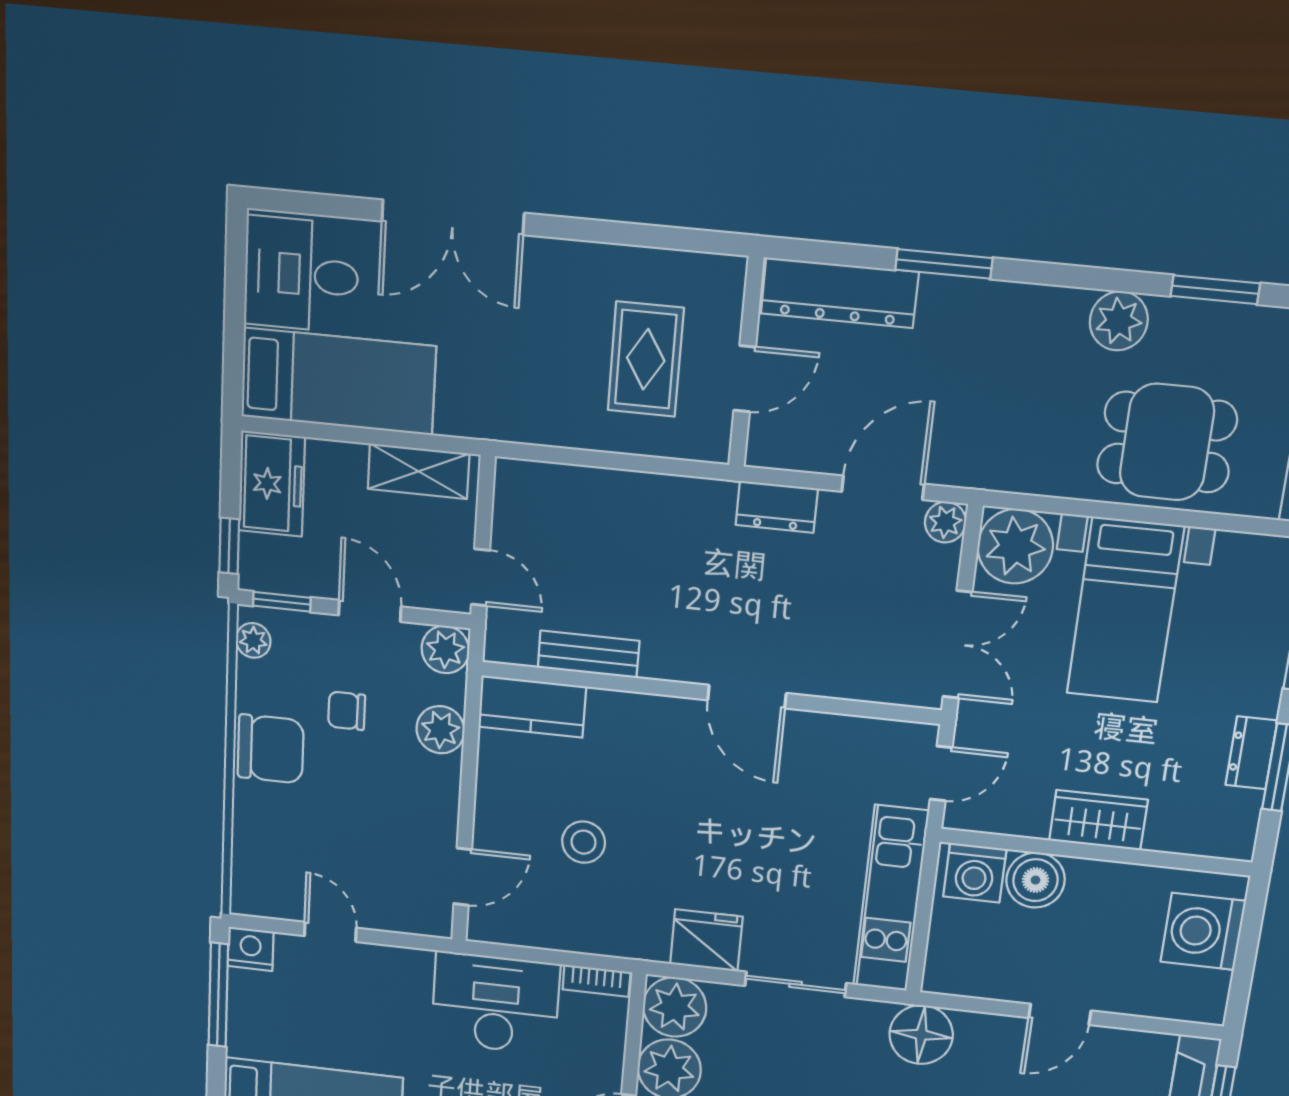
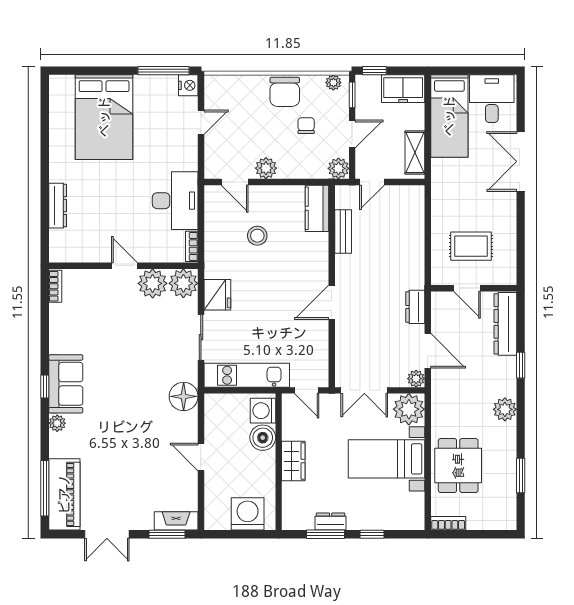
window: (944, 264) -> (521, 365), width x0.67
plant: (1119, 321) -> (505, 409), moved
plant: (440, 730) -> (266, 168), moved

